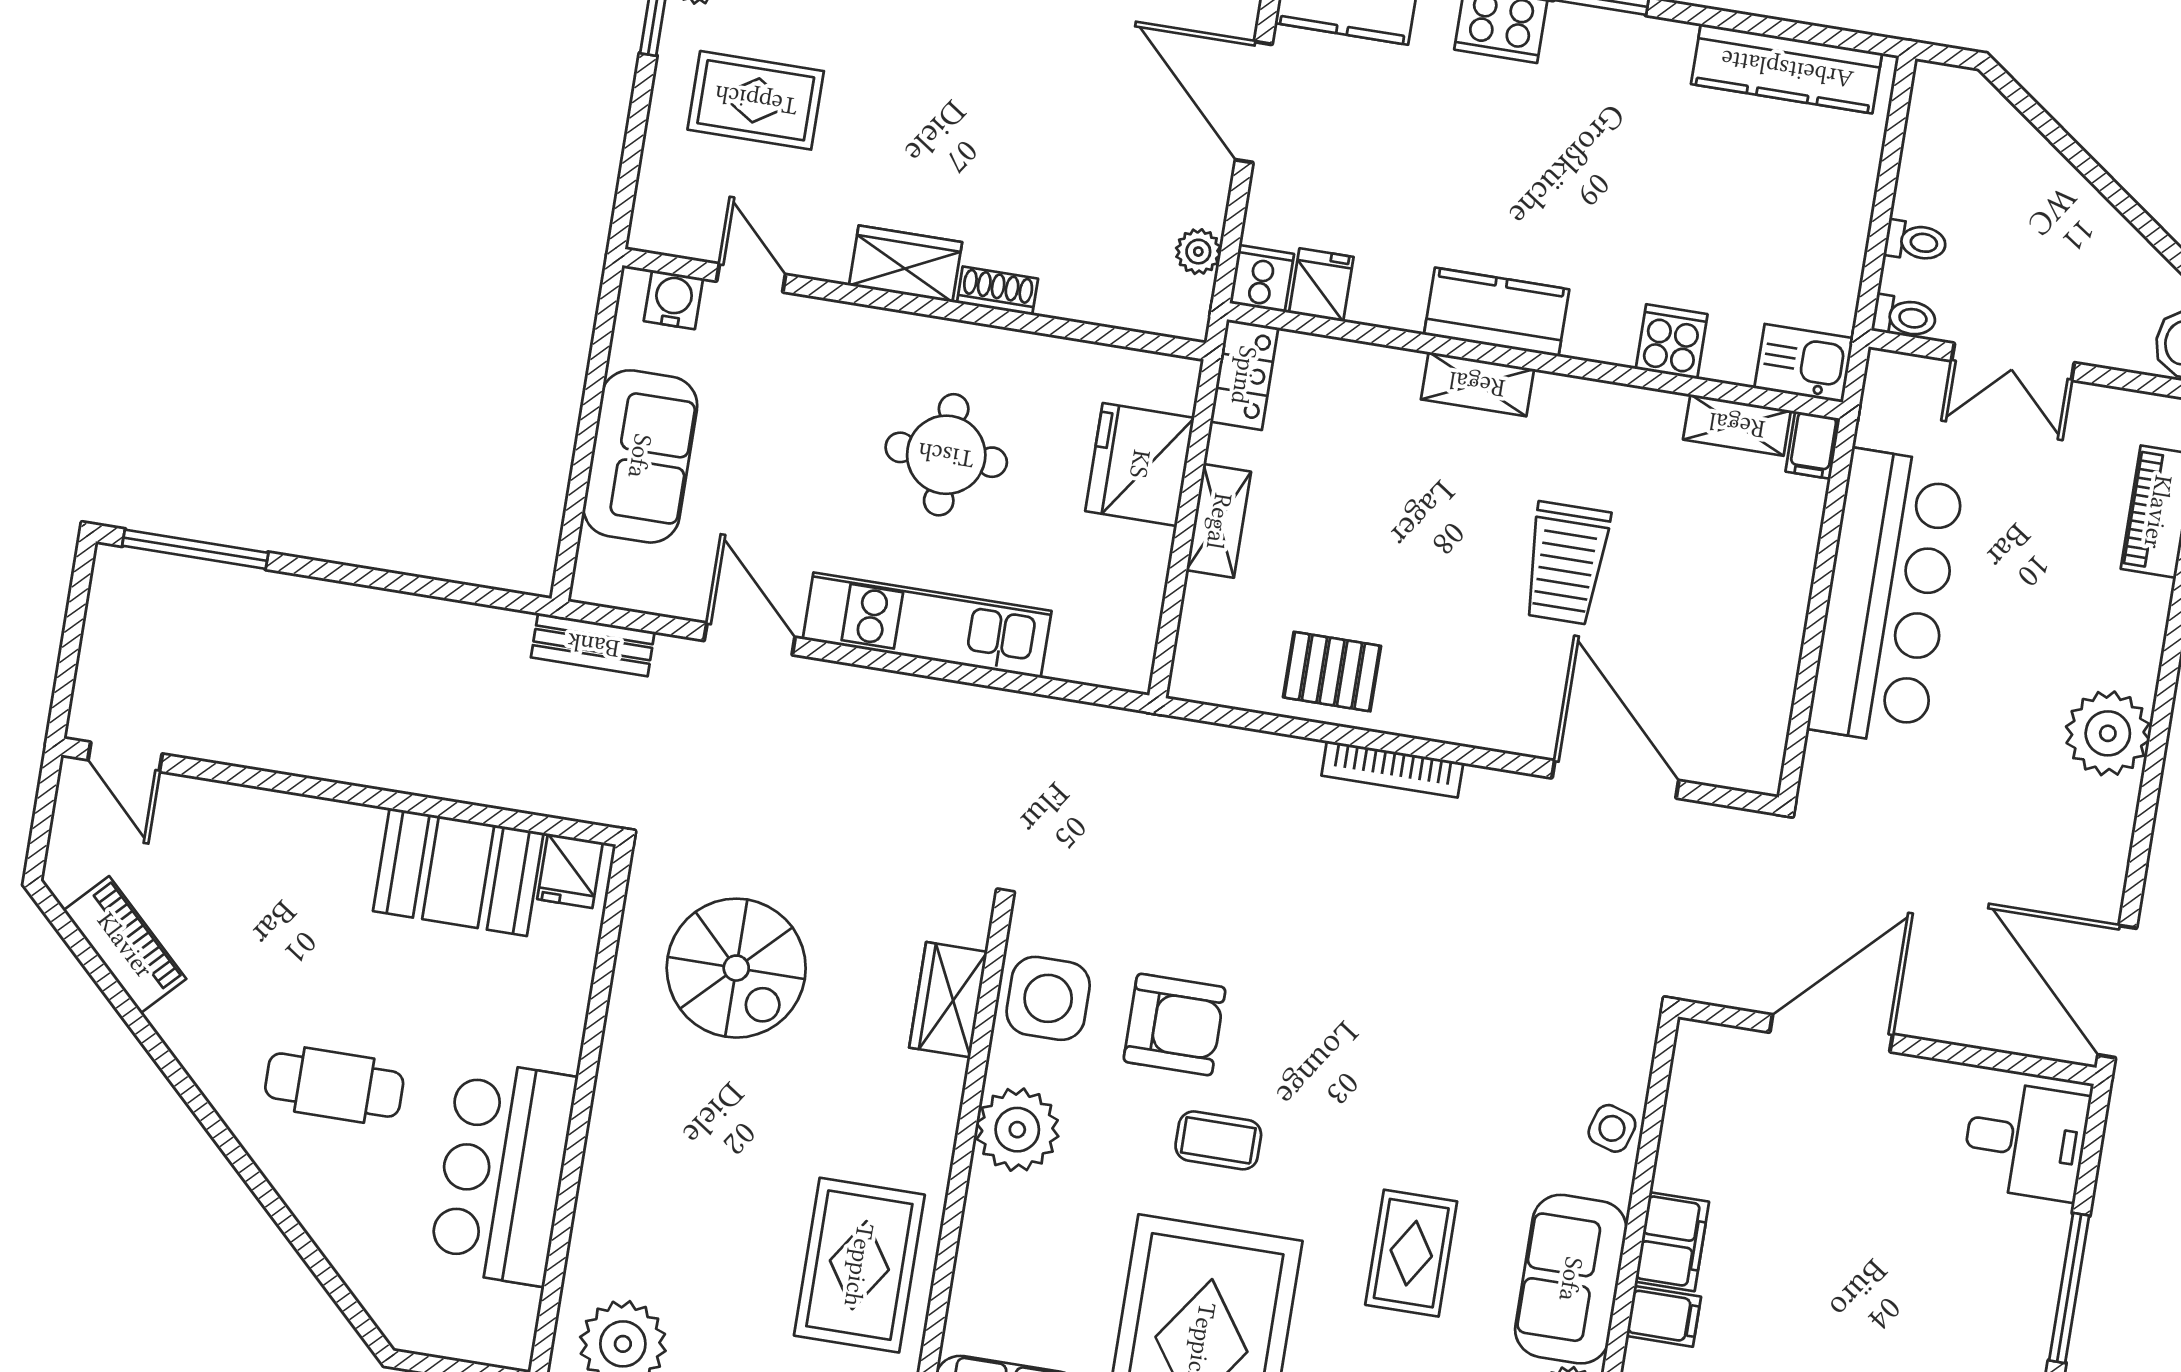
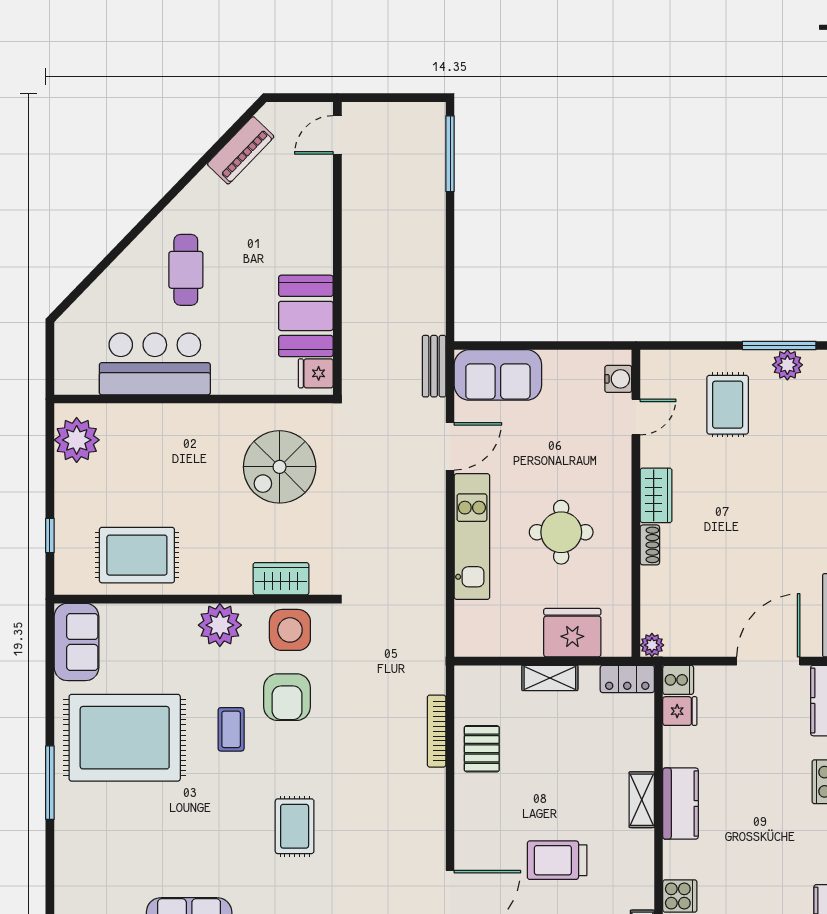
plant: (1198, 252) -> (652, 645), moved
sofa: (640, 456) -> (498, 375), moved
bookcase: (1392, 769) -> (437, 731), moved
rug: (1411, 1253) -> (295, 826), moved, turned 90

